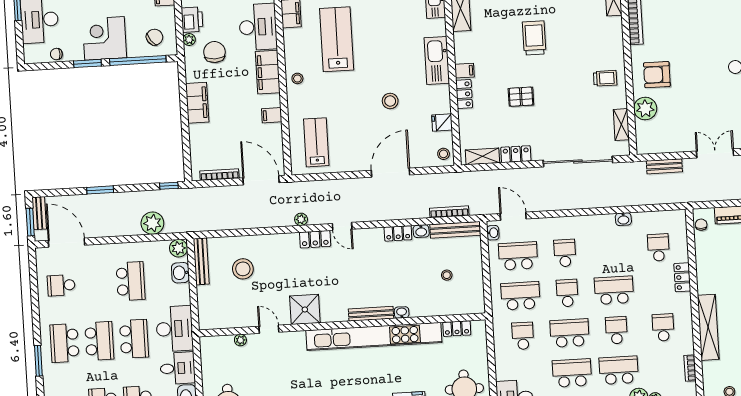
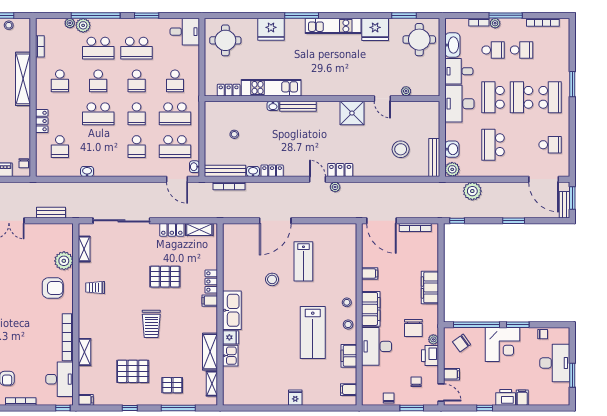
pallet: (521, 97) -> (165, 277), width x1.50, depth x1.42
fridge: (442, 123) -> (231, 337), moved
lab bench: (316, 142) -> (303, 261), moved
stool: (444, 154) -> (348, 324), moved
plant: (301, 219) -> (335, 187), moved
school desk: (570, 333) -> (137, 81), width x0.54
kitchen unit: (374, 336) -> (271, 88), width x0.54

